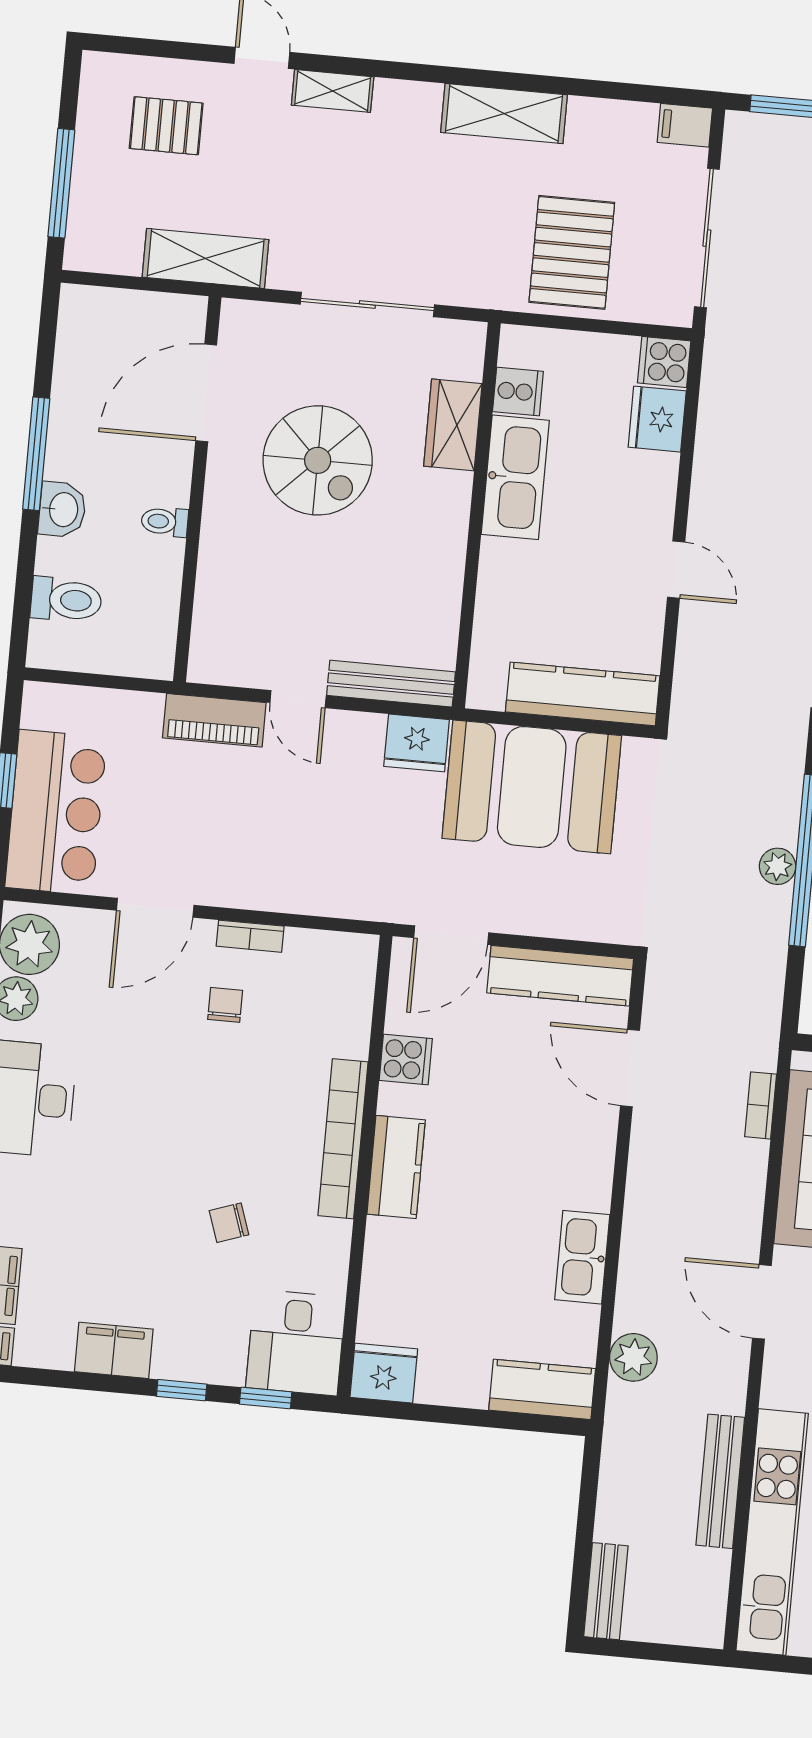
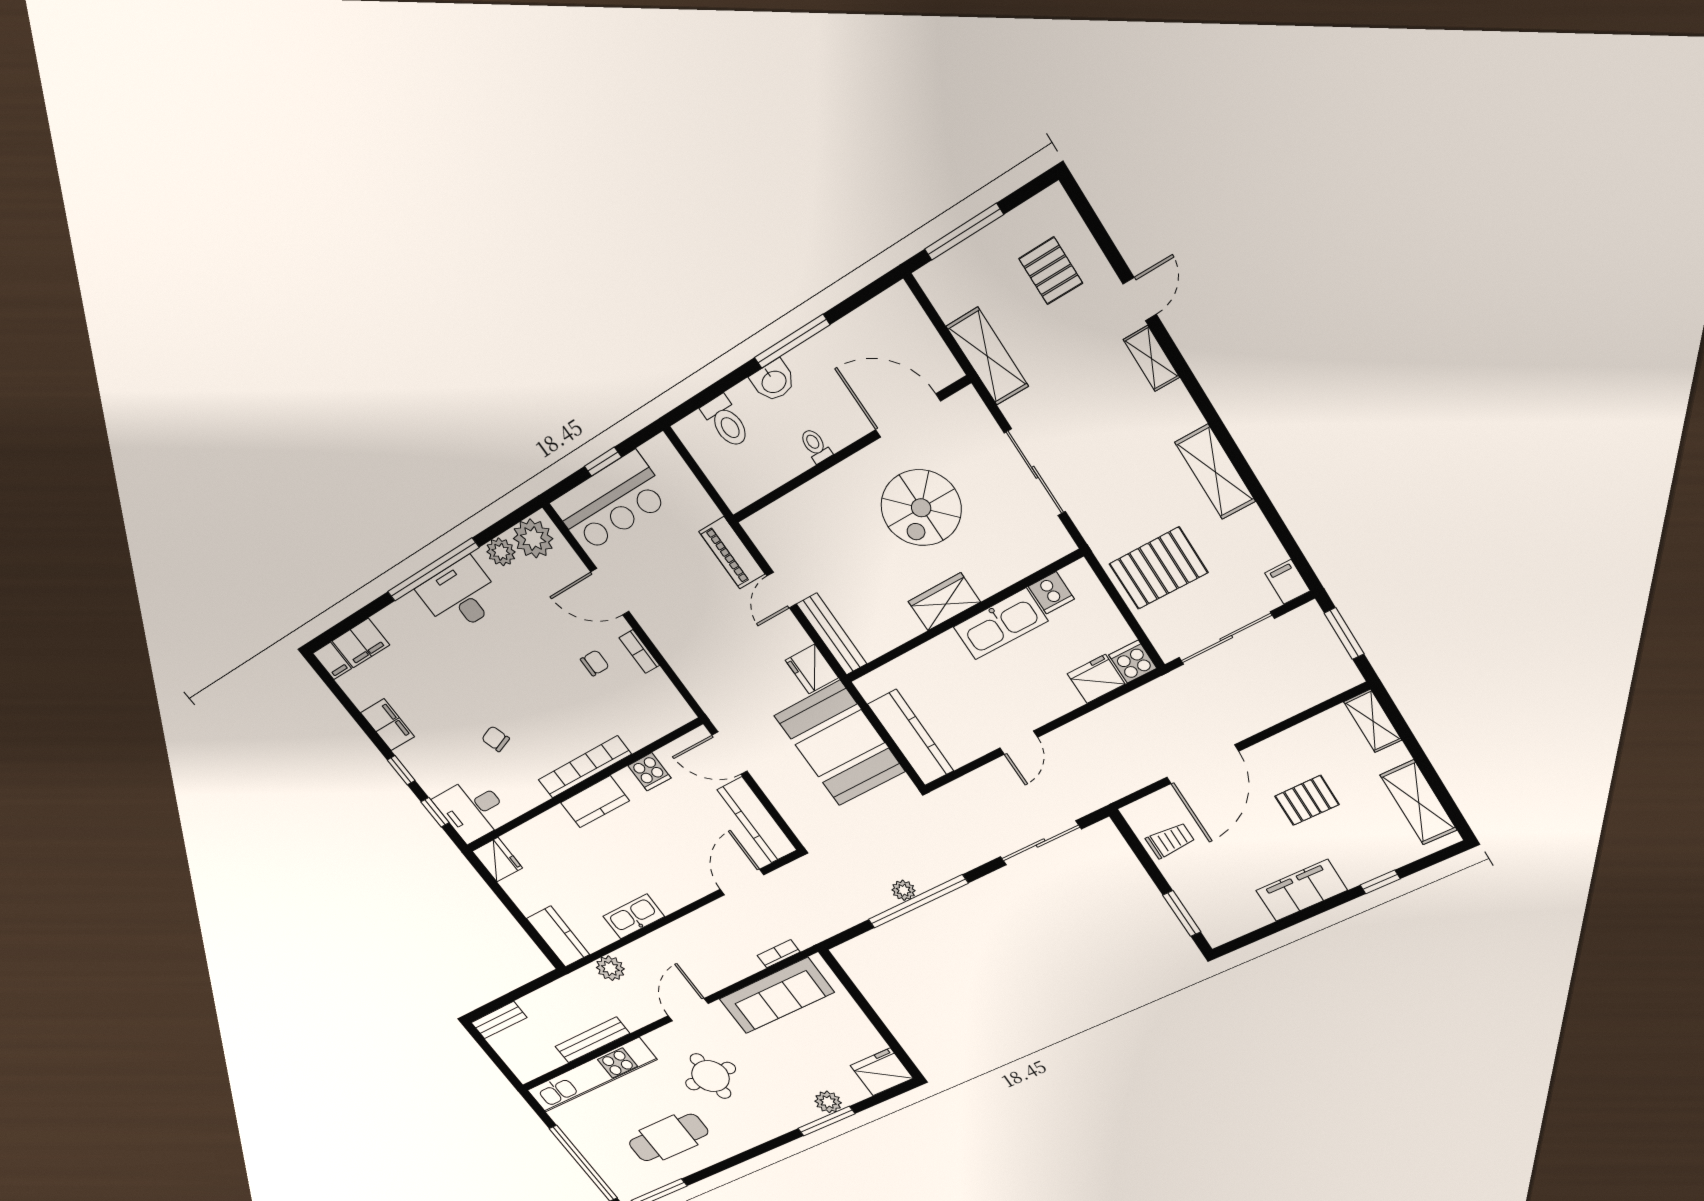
wardrobe: (453, 425) -> (944, 602), moved

